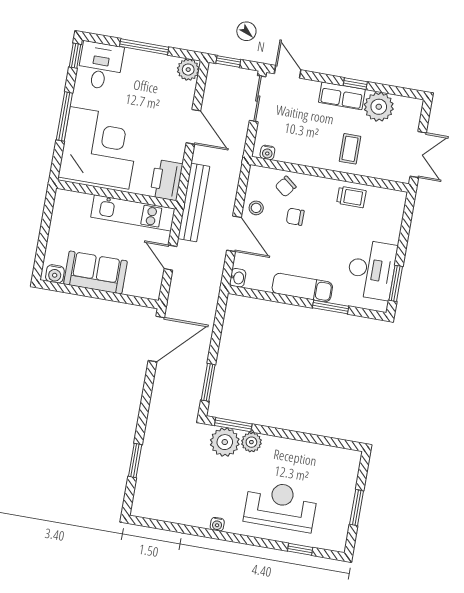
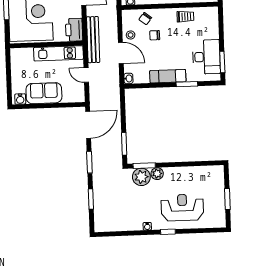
window: (146, 400) -> (89, 162), added
window: (300, 549) -> (168, 232), moved

